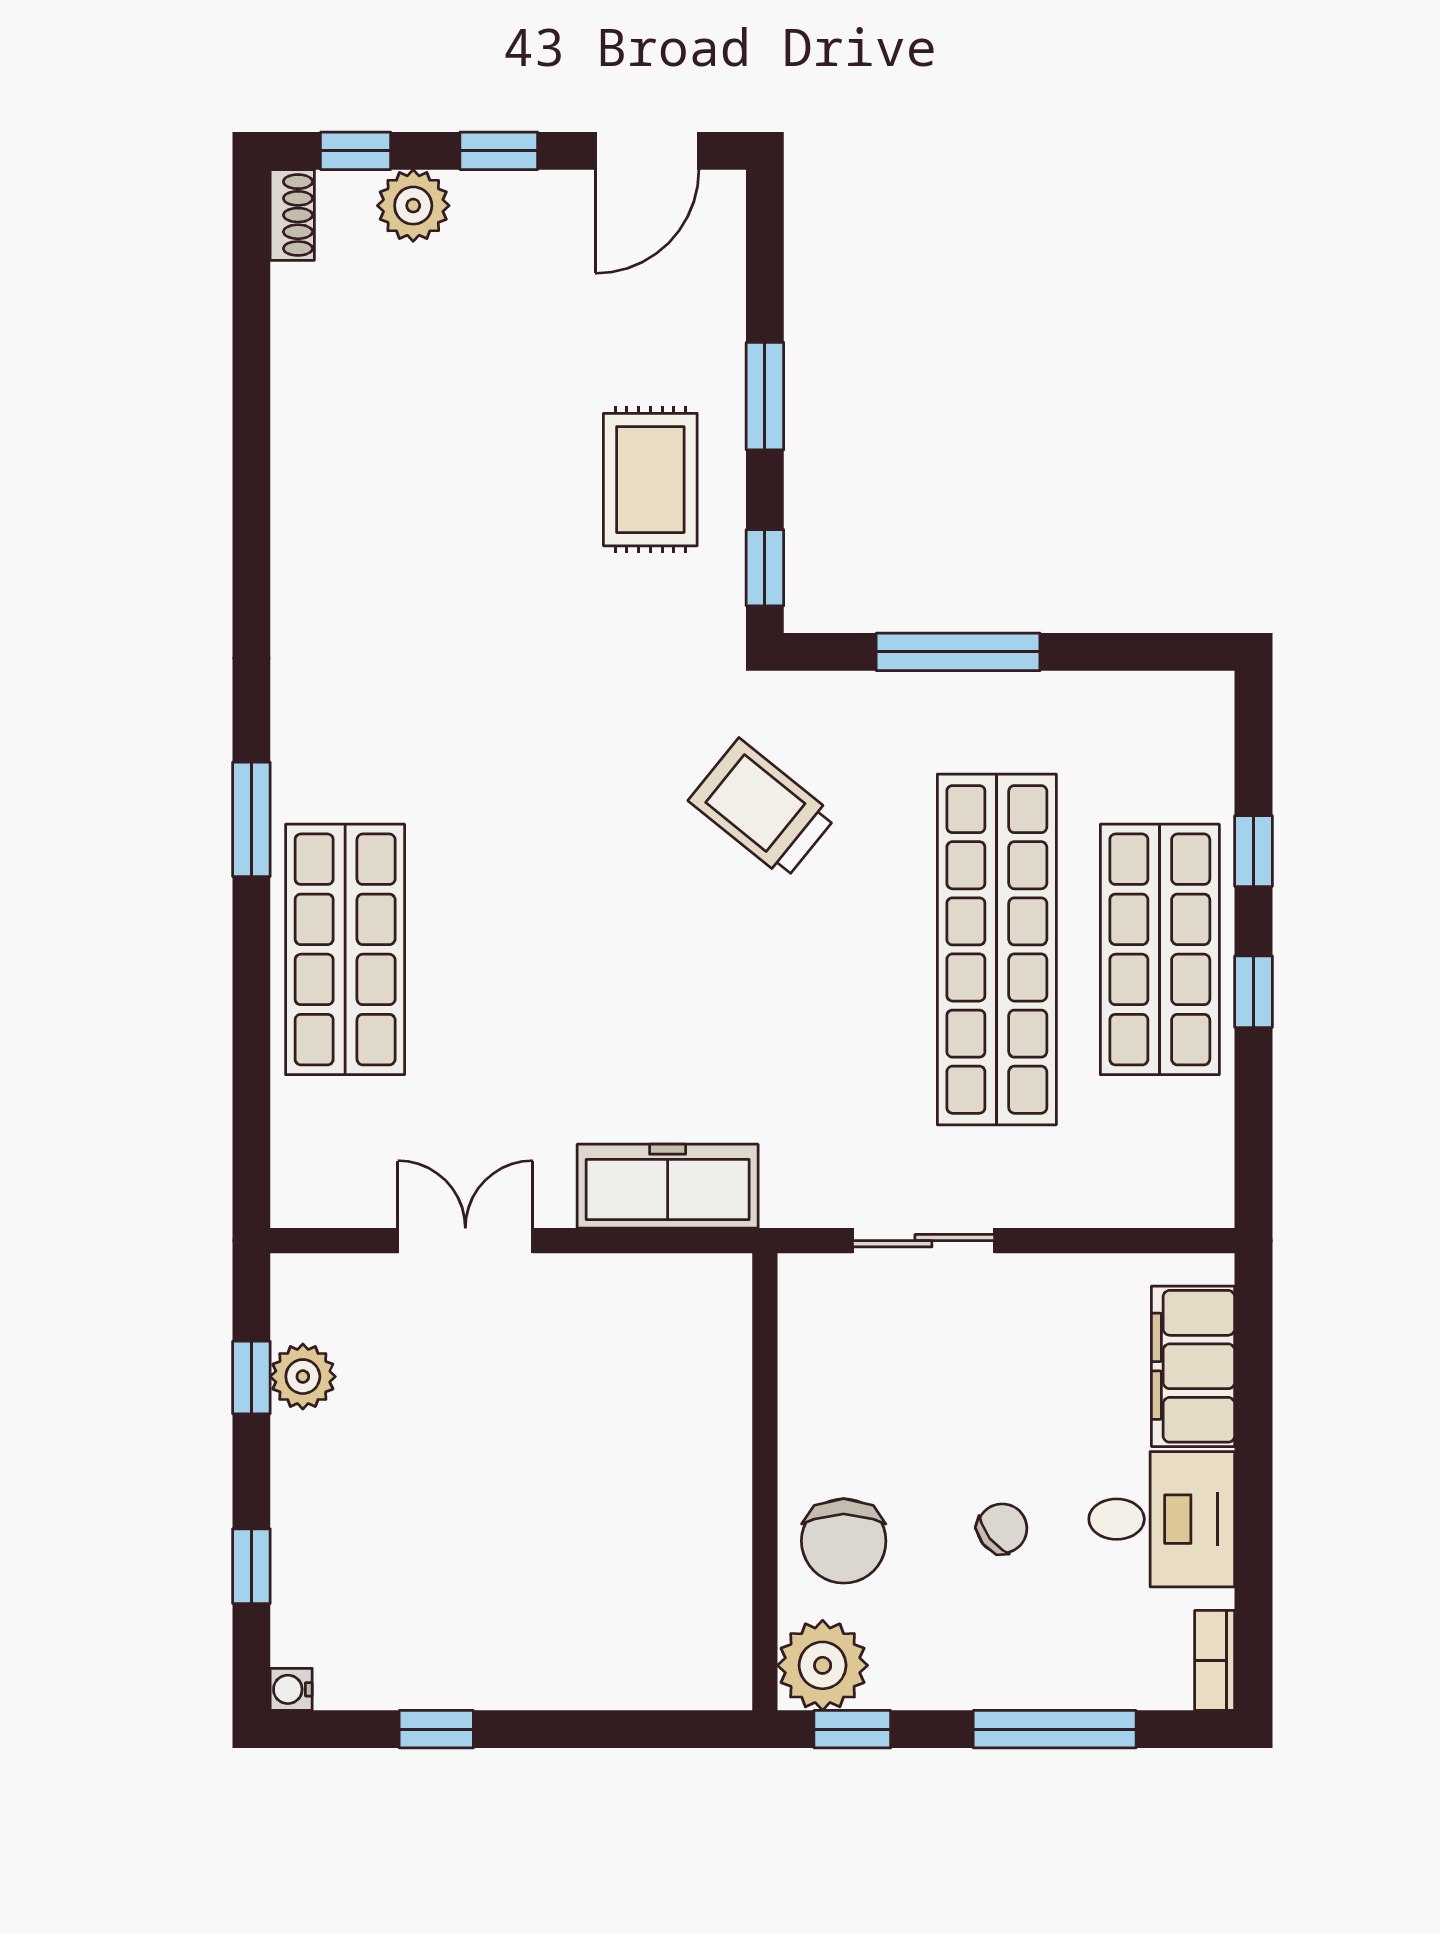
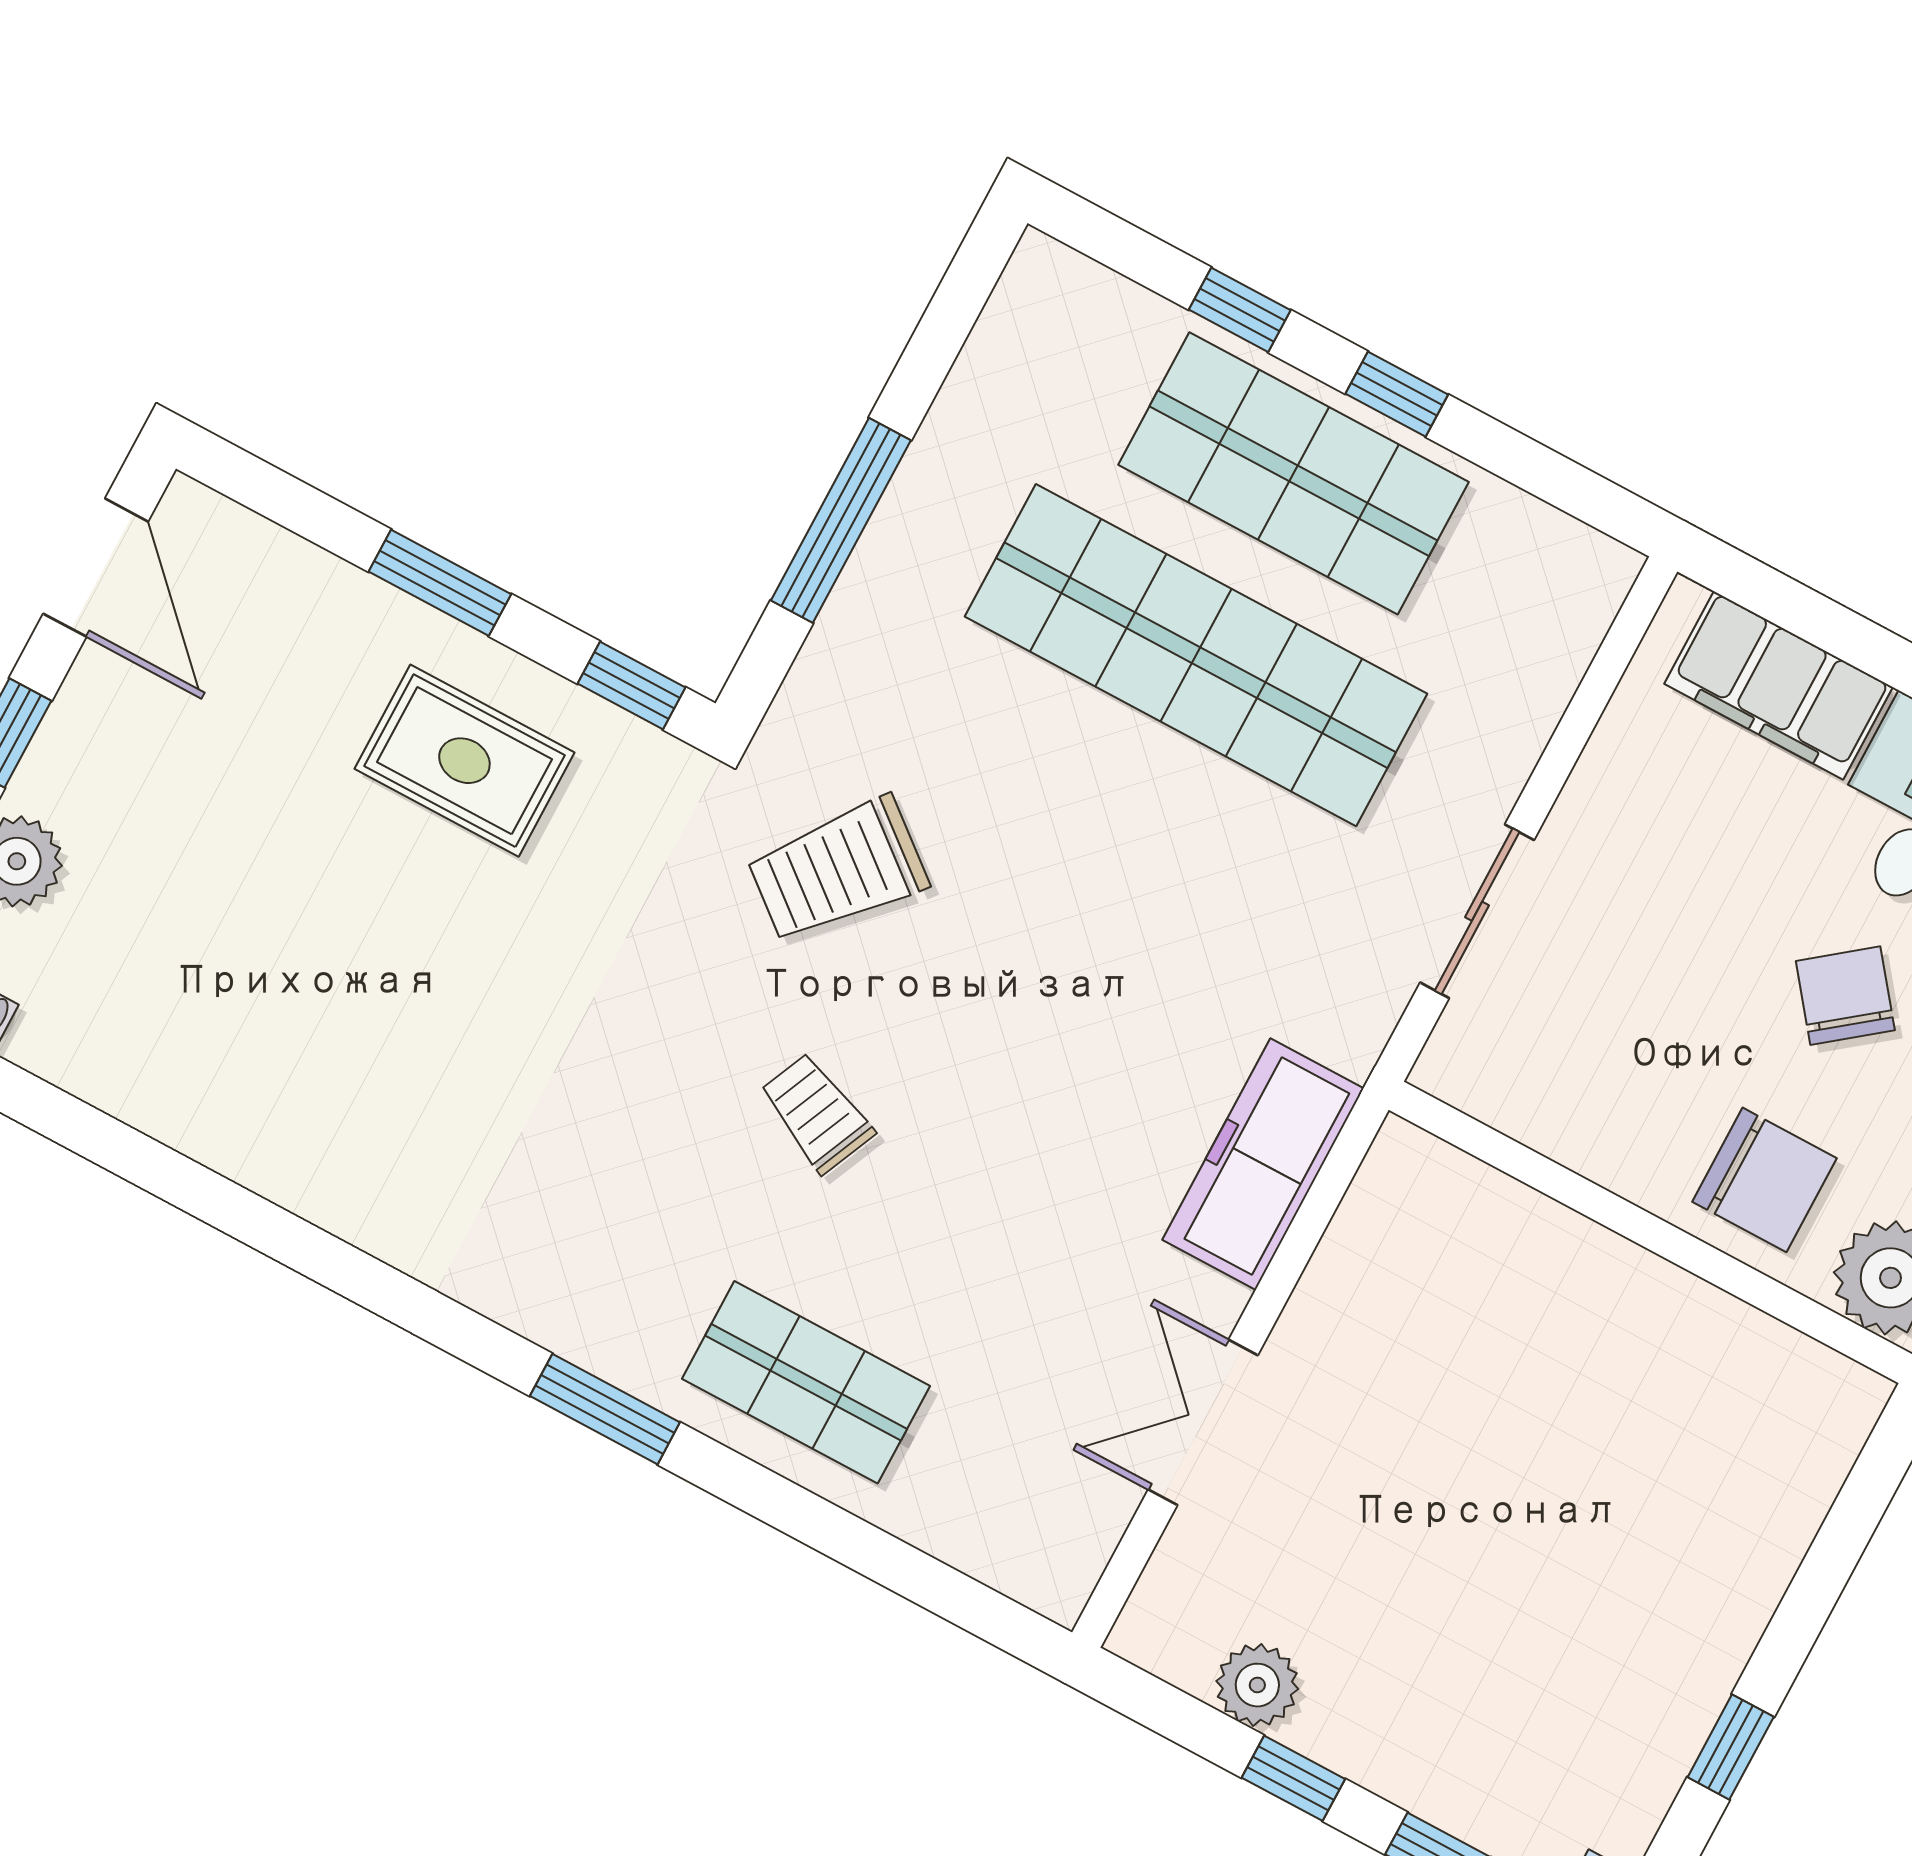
trolley: (762, 809) -> (838, 870), moved
trolley: (537, 856) -> (817, 1113), added
shop shelf: (345, 949) -> (806, 1382), width x0.70, depth x0.74
window: (251, 1378) -> (1293, 1778), moved
chair: (1002, 1529) -> (1845, 996), width x1.37, depth x1.37

